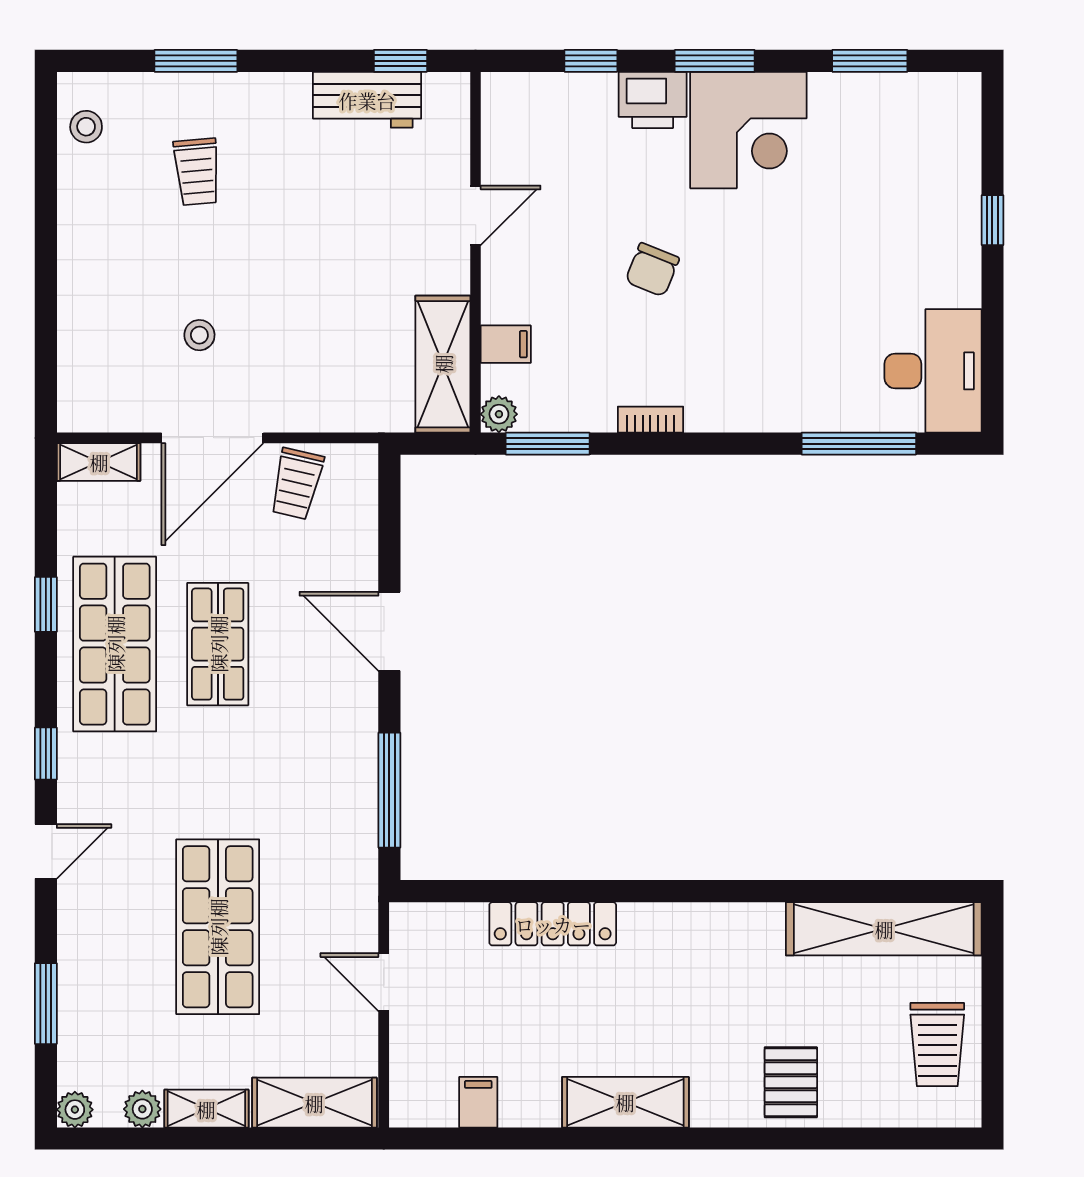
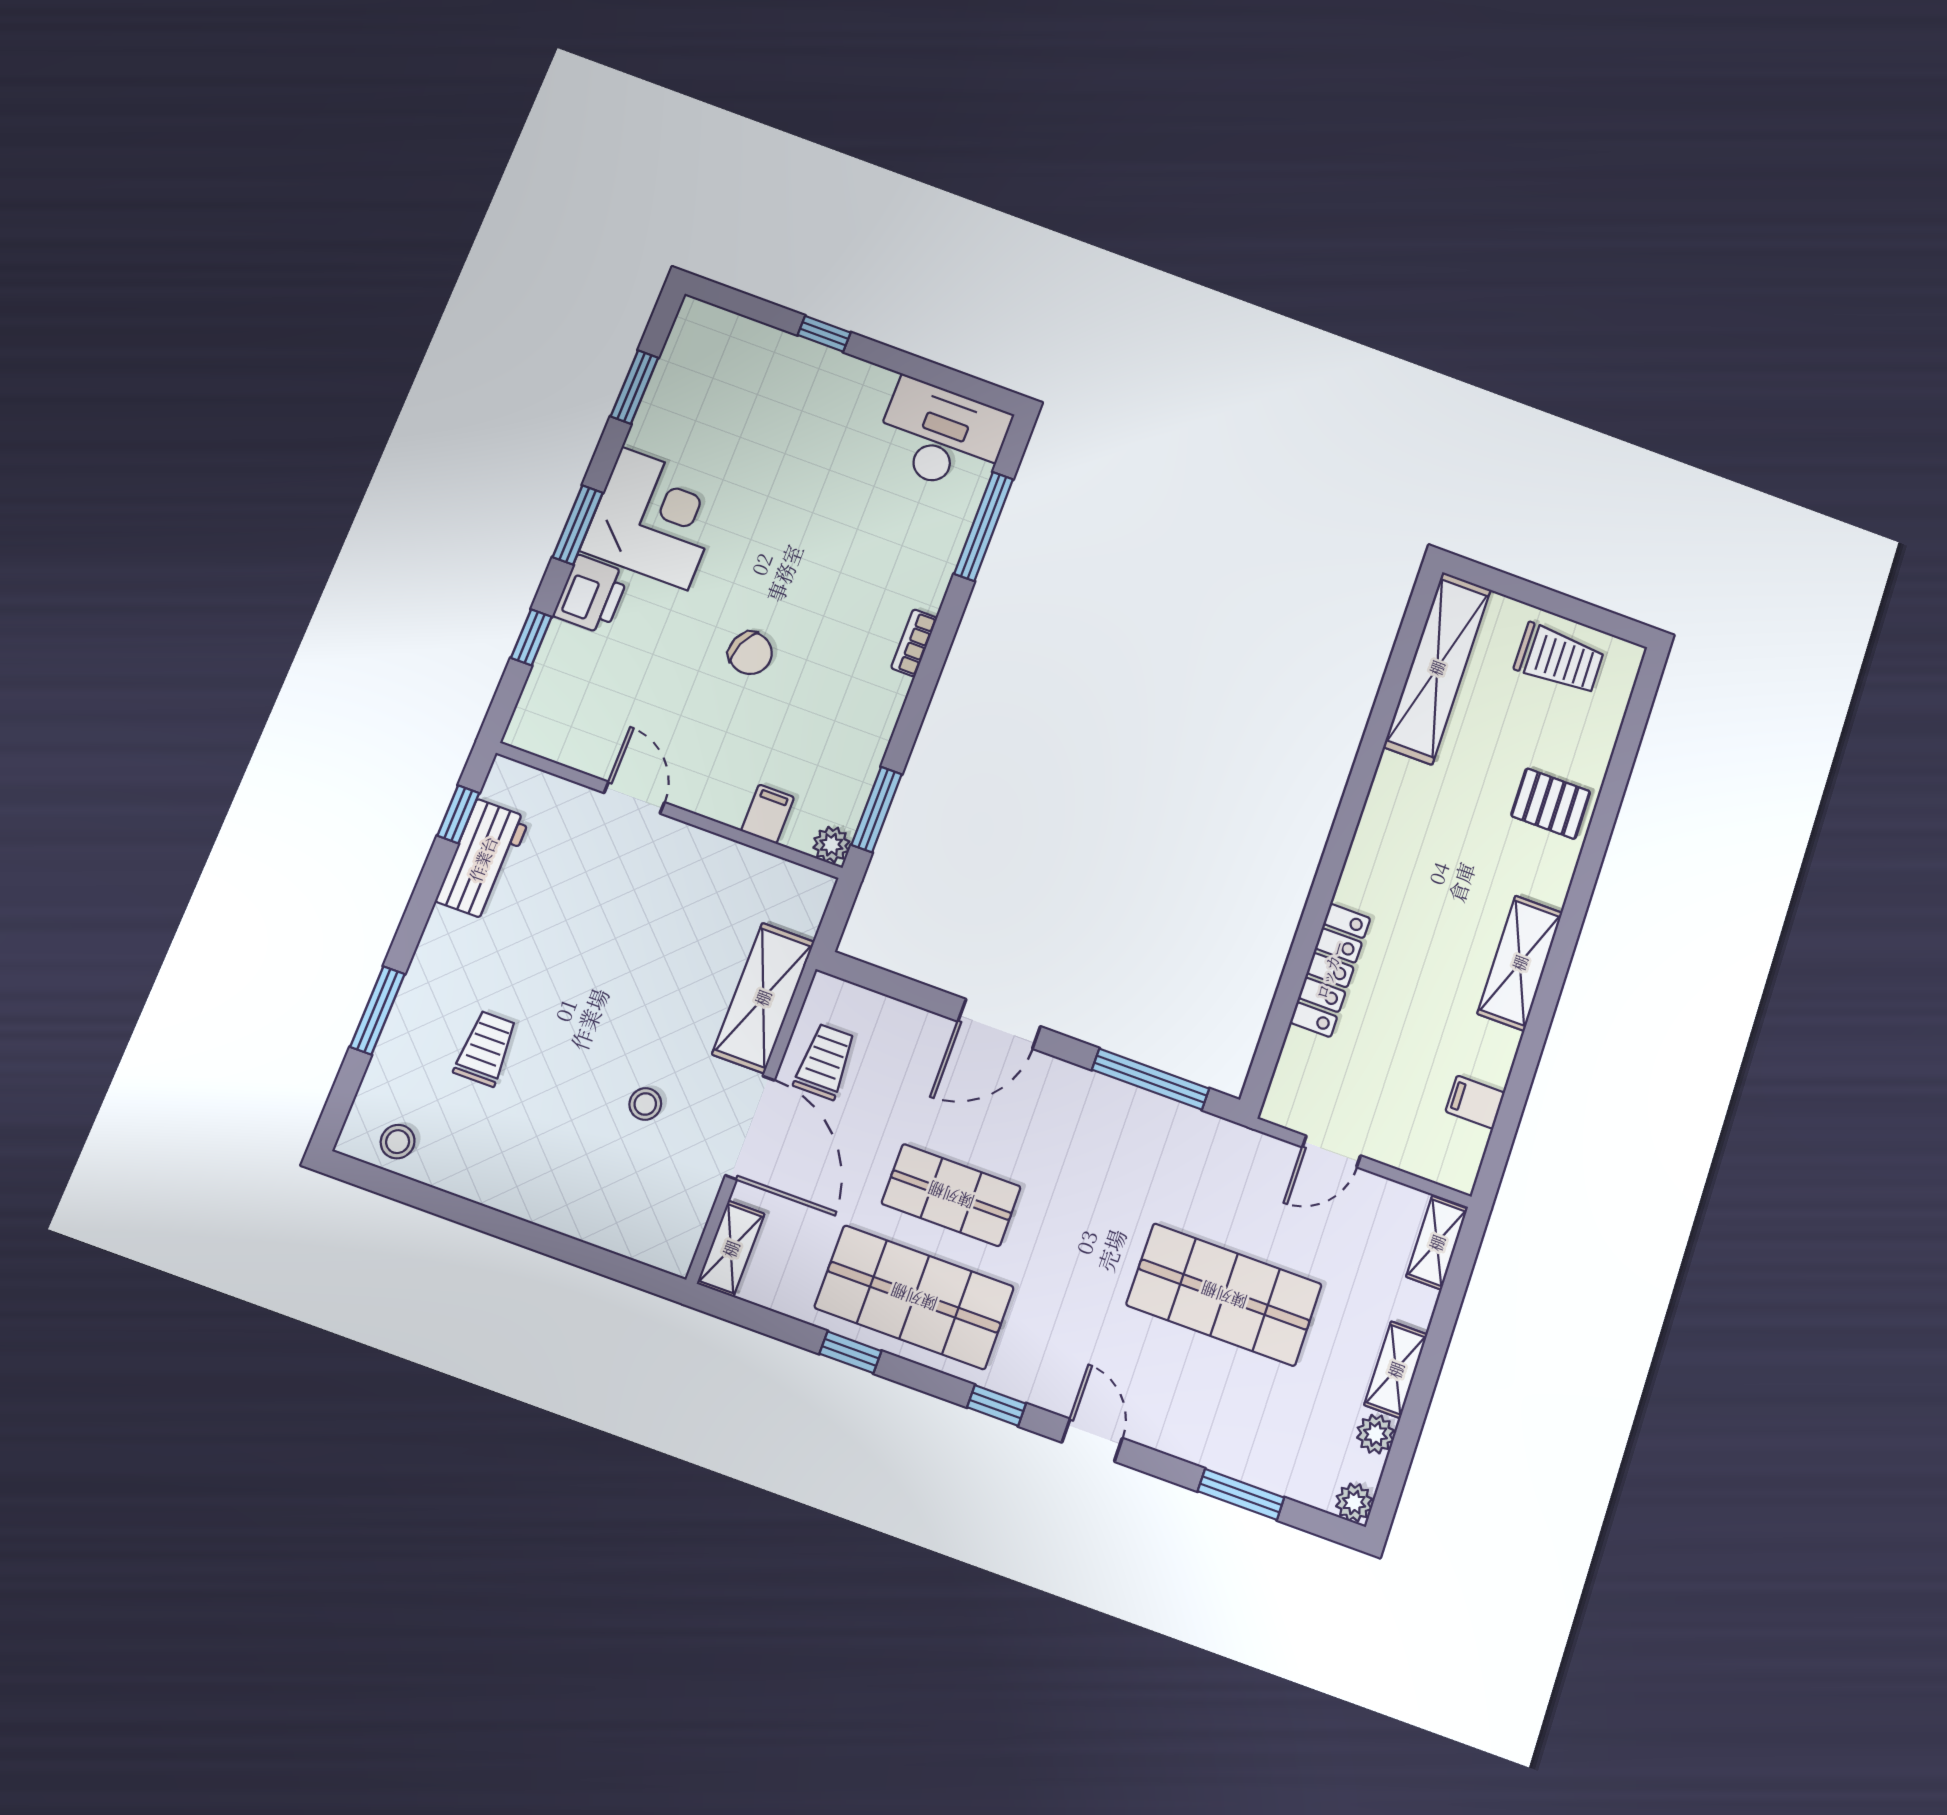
trolley: (197, 172) -> (486, 1049), turned -85
shelving: (443, 364) -> (763, 998), moved, turned 90
bookcase: (650, 420) -> (914, 643), moved
trolley: (297, 484) -> (825, 1062), turned -103
shelving: (314, 1103) -> (1437, 1243), width x0.67, depth x0.75

